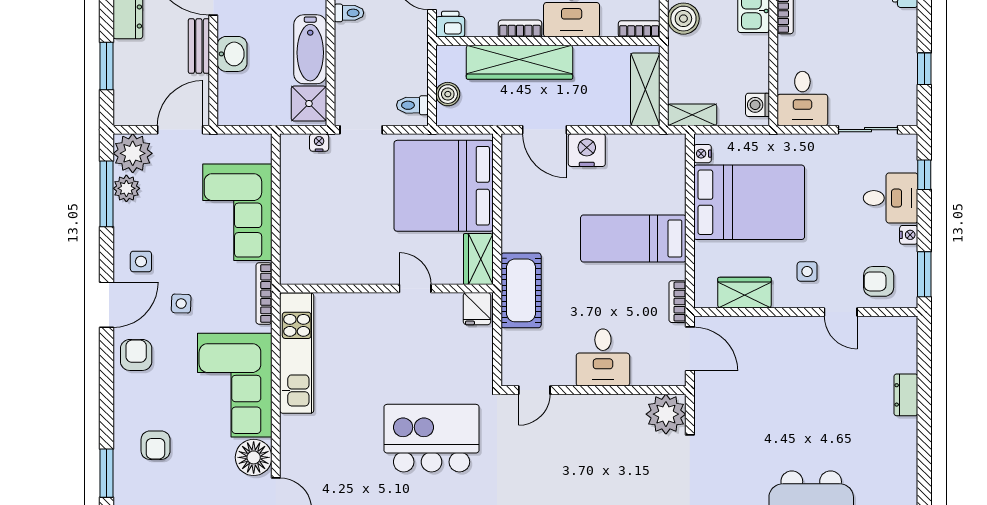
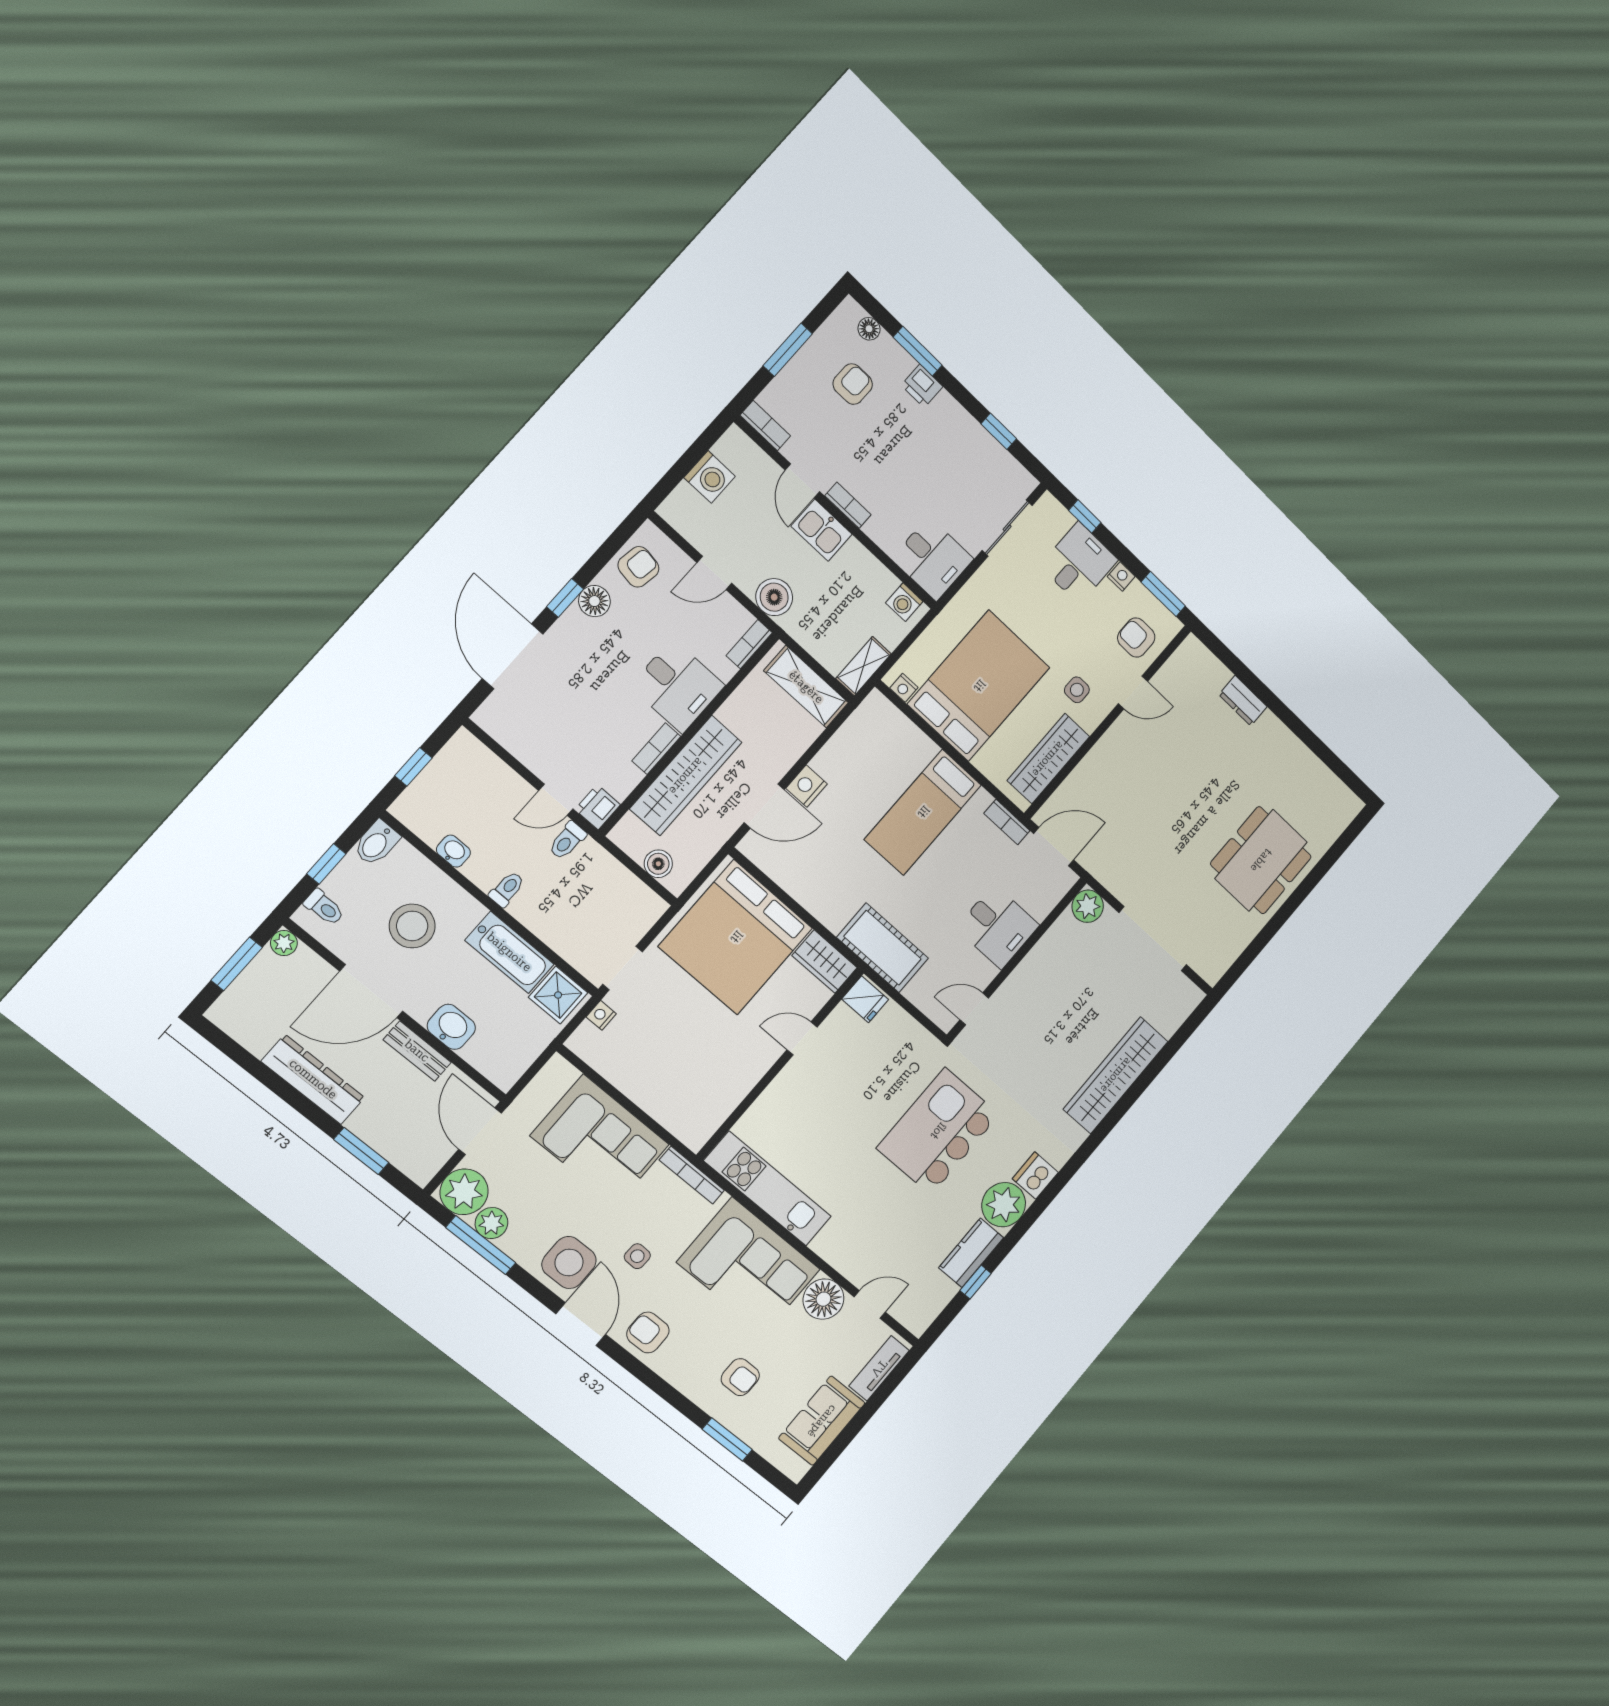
toilet: (412, 105) -> (567, 841), moved
nightstand: (587, 150) -> (807, 786), width x0.74, depth x0.75
side table: (141, 262) -> (569, 1262), width x1.87, depth x1.87
armchair: (879, 281) -> (1136, 638), turned 90
wardrobe: (744, 293) -> (1048, 759), width x1.50
door: (534, 390) -> (974, 1009), swing flipped
plant: (666, 414) -> (1088, 906), width x0.73, depth x0.73

